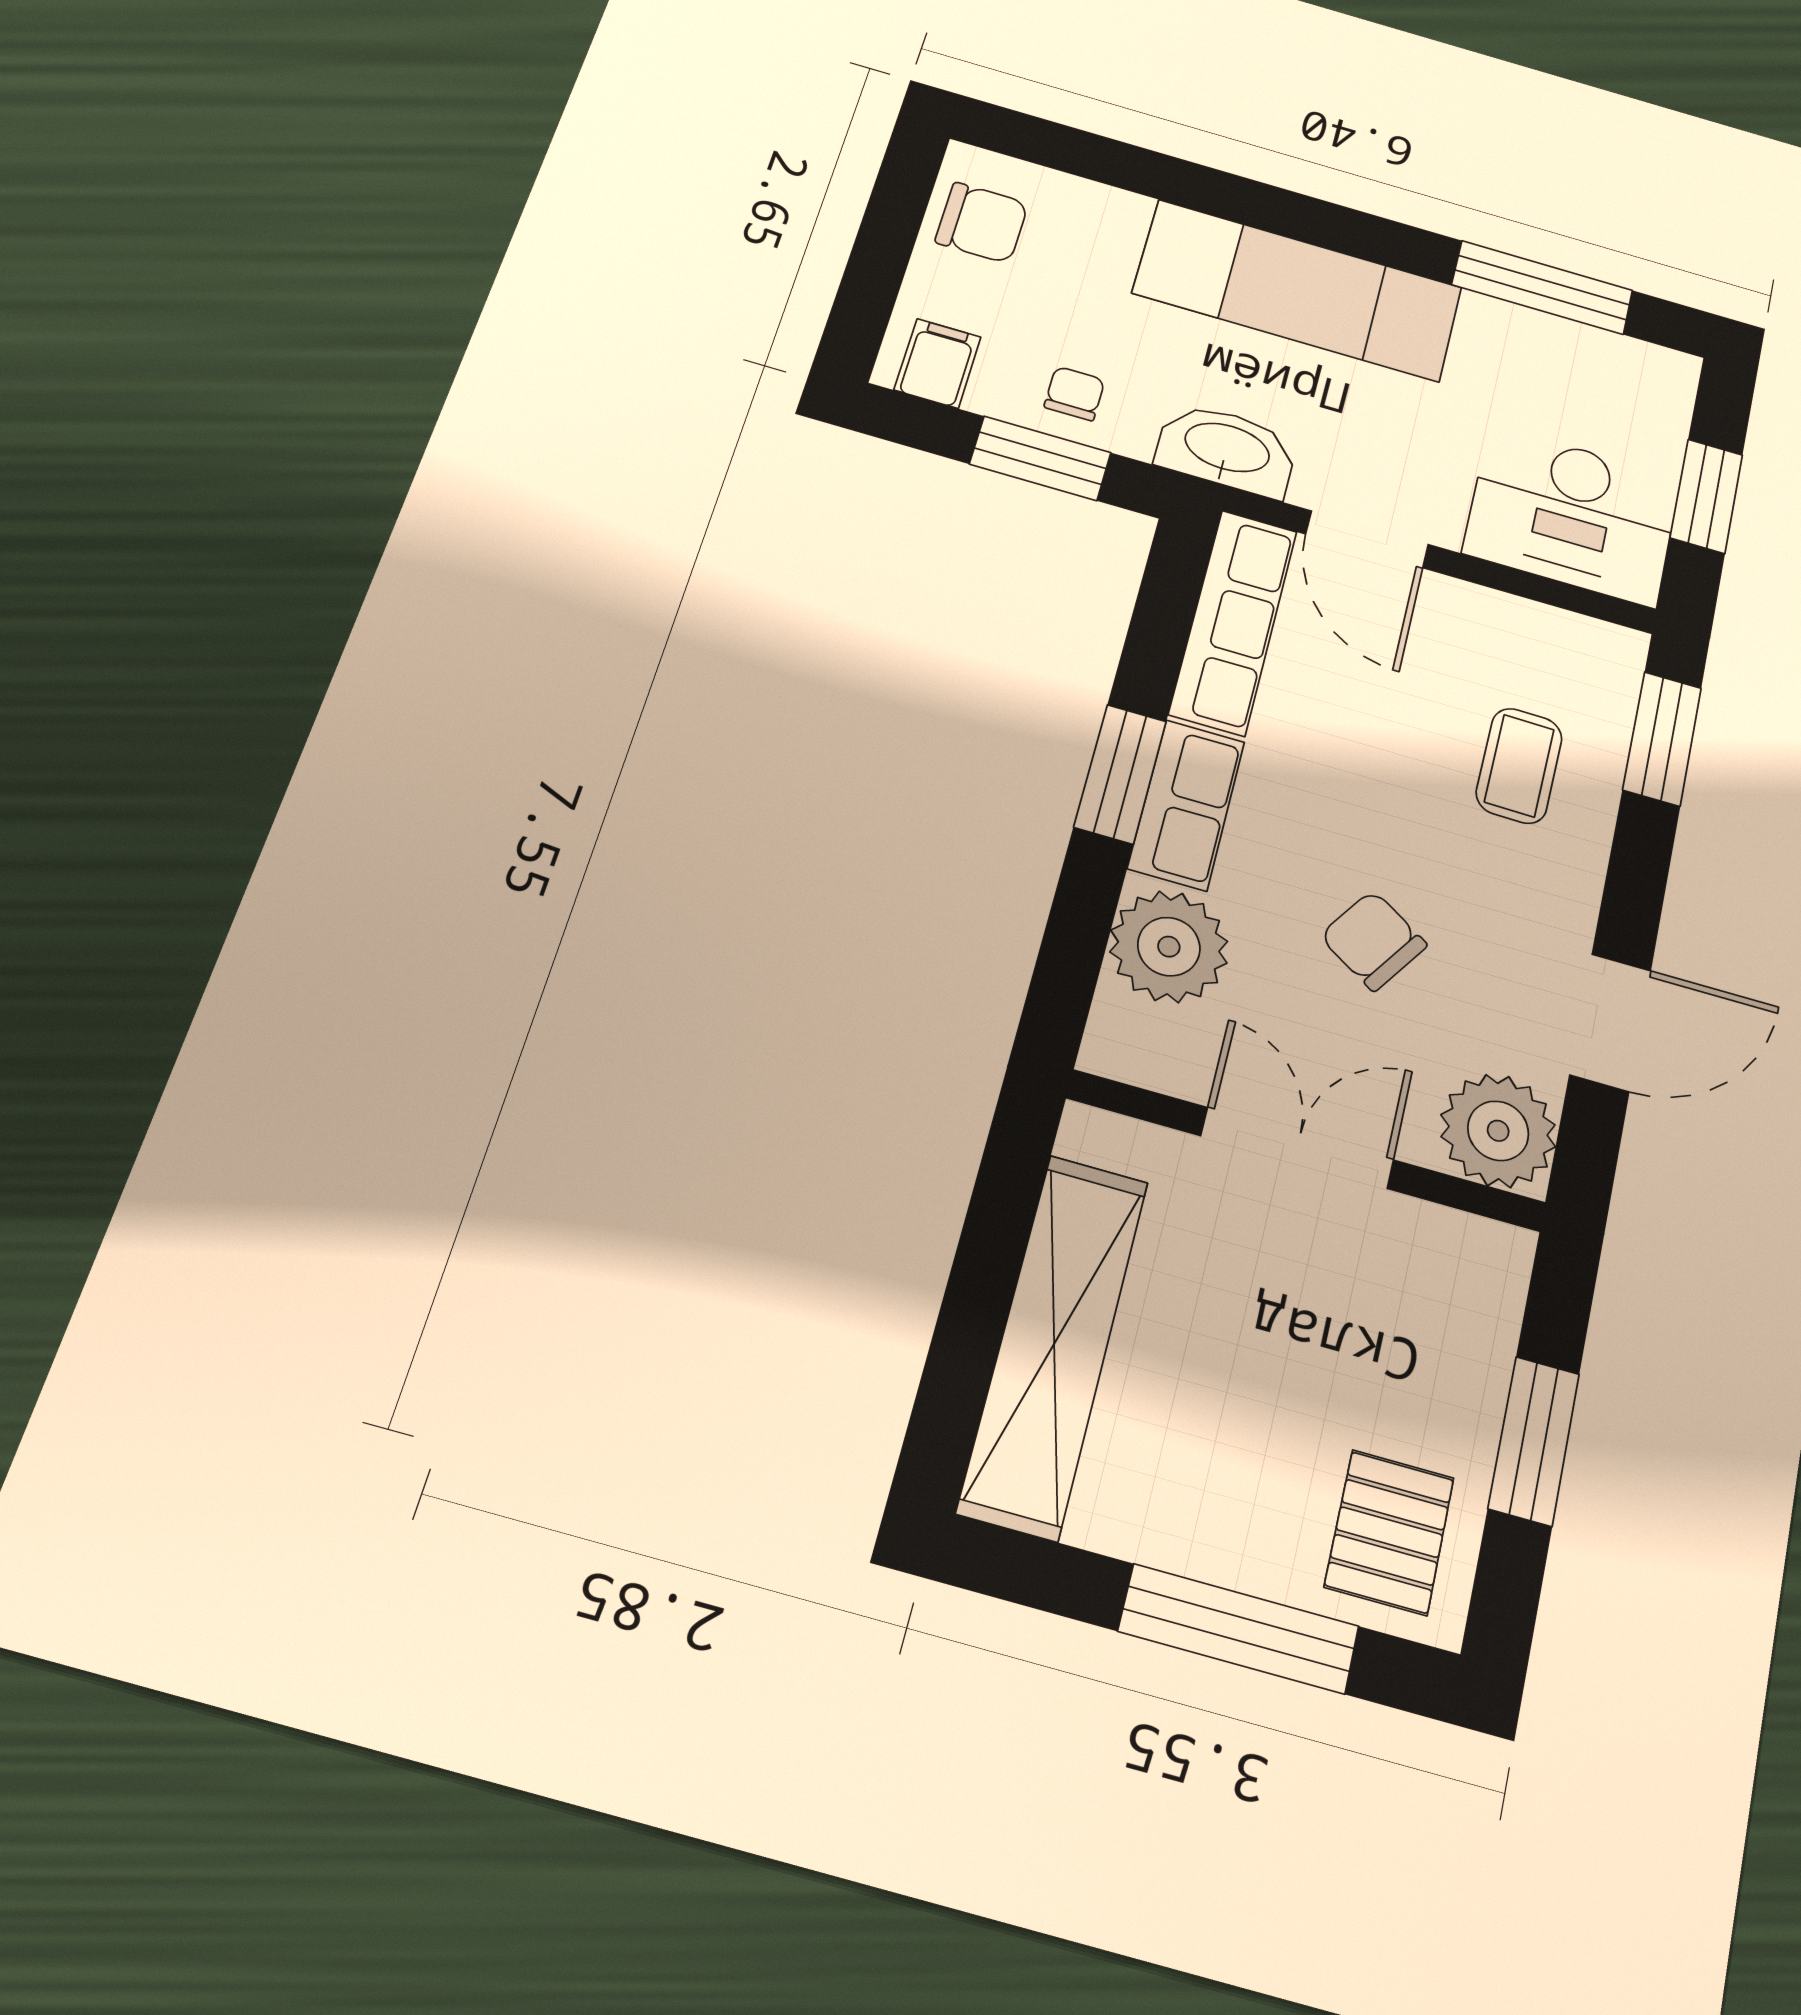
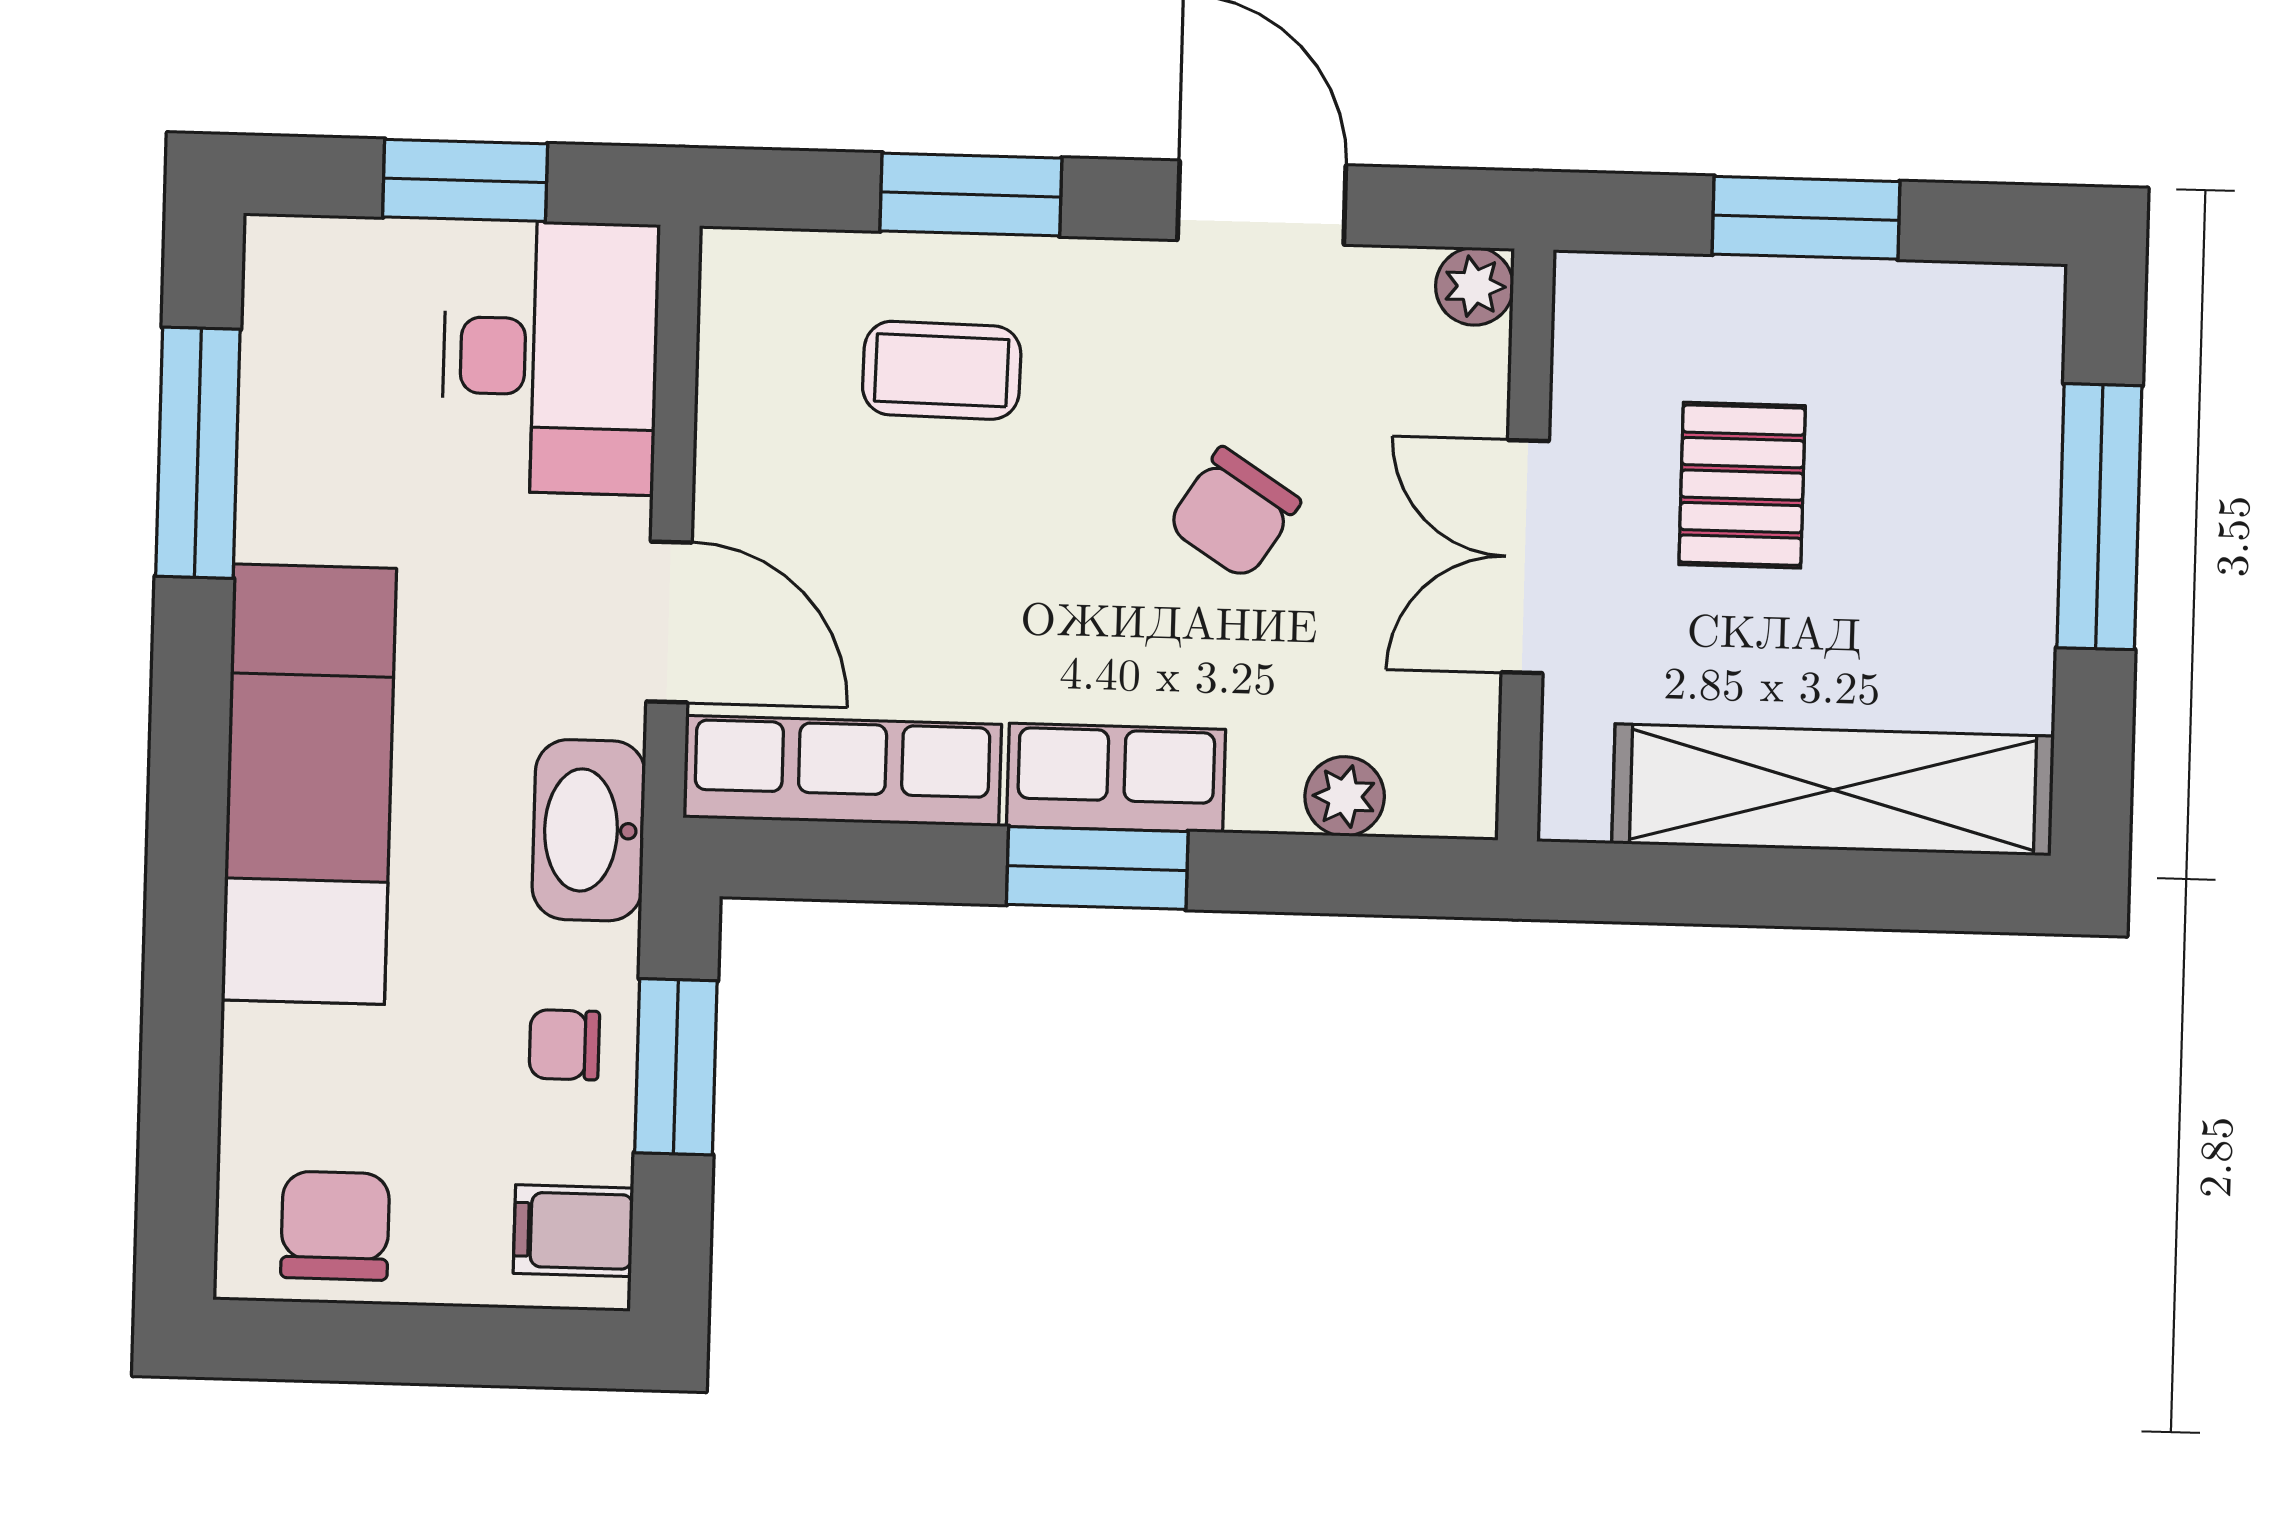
door: (1367, 539) -> (669, 622), hinge flipped
window: (1662, 739) -> (971, 195), moved
plant: (1169, 947) -> (1345, 796), width x0.53, depth x0.53
plant: (1498, 1131) -> (1474, 286), width x0.53, depth x0.53
pallet: (1389, 1532) -> (1742, 485), moved, turned 90

